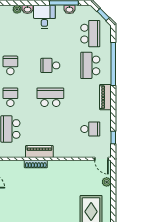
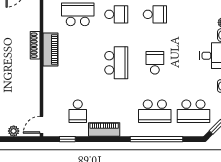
school desk: (90, 65) -> (155, 111), turned 180
piano: (105, 97) -> (104, 130), moved

